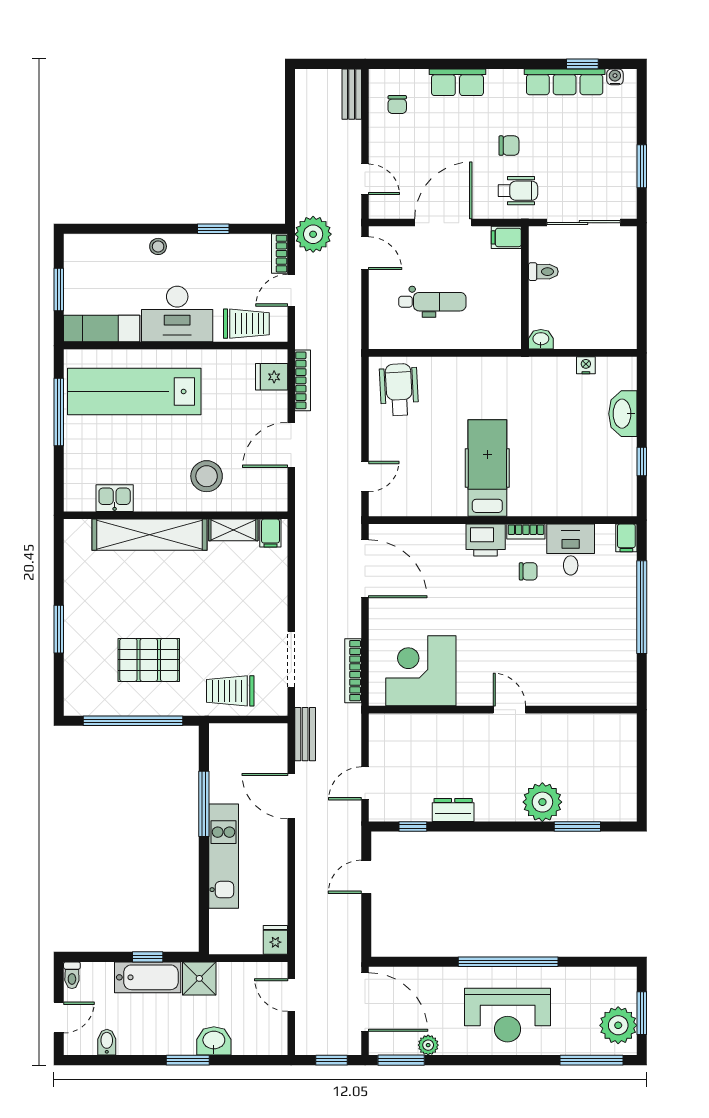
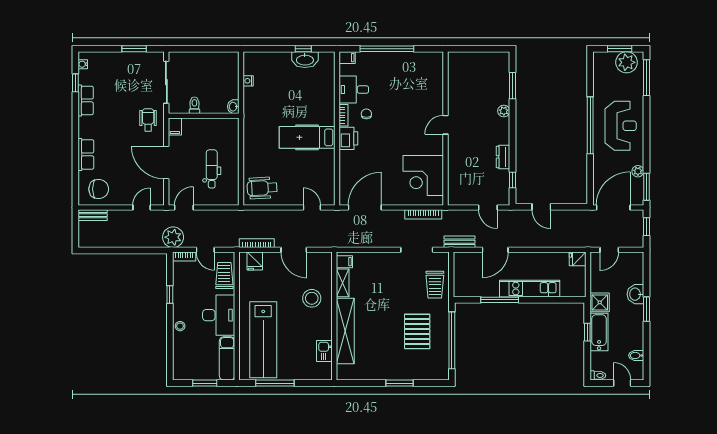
row of seats: (565, 82) -> (86, 100), width x0.68
chair: (397, 105) -> (99, 189), width x1.87, depth x1.87
chair: (509, 146) -> (122, 125), removed
washbasin: (623, 414) -> (305, 60), moved
plant: (542, 802) -> (504, 111), width x0.53, depth x0.53

